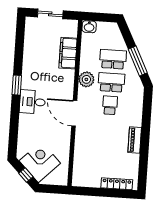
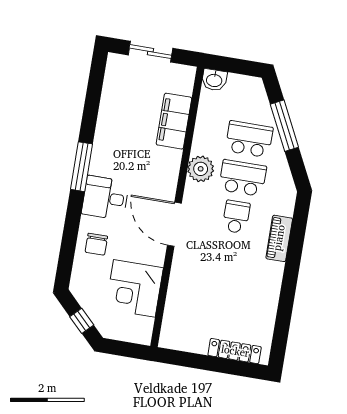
window: (138, 61) -> (284, 126), moved
window: (17, 85) -> (81, 167), width x1.44
chair: (30, 129) -> (96, 244), added
piano: (135, 140) -> (279, 238), moved
corner desk: (40, 162) -> (134, 288), moved, turned -135

